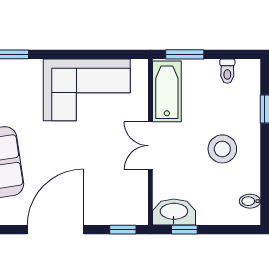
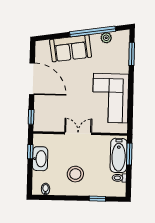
bathtub: (167, 91) -> (119, 155), moved, turned 90
washbasin: (174, 212) -> (40, 159), moved

